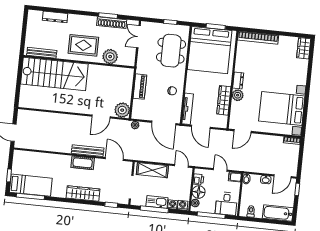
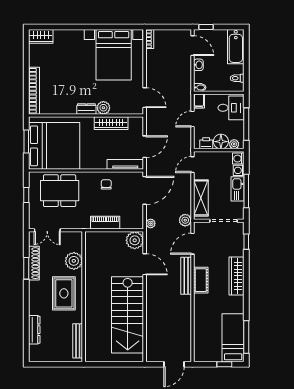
stairs: (54, 74) -> (128, 315), moved, turned 180
plant: (135, 155) -> (185, 220), added

